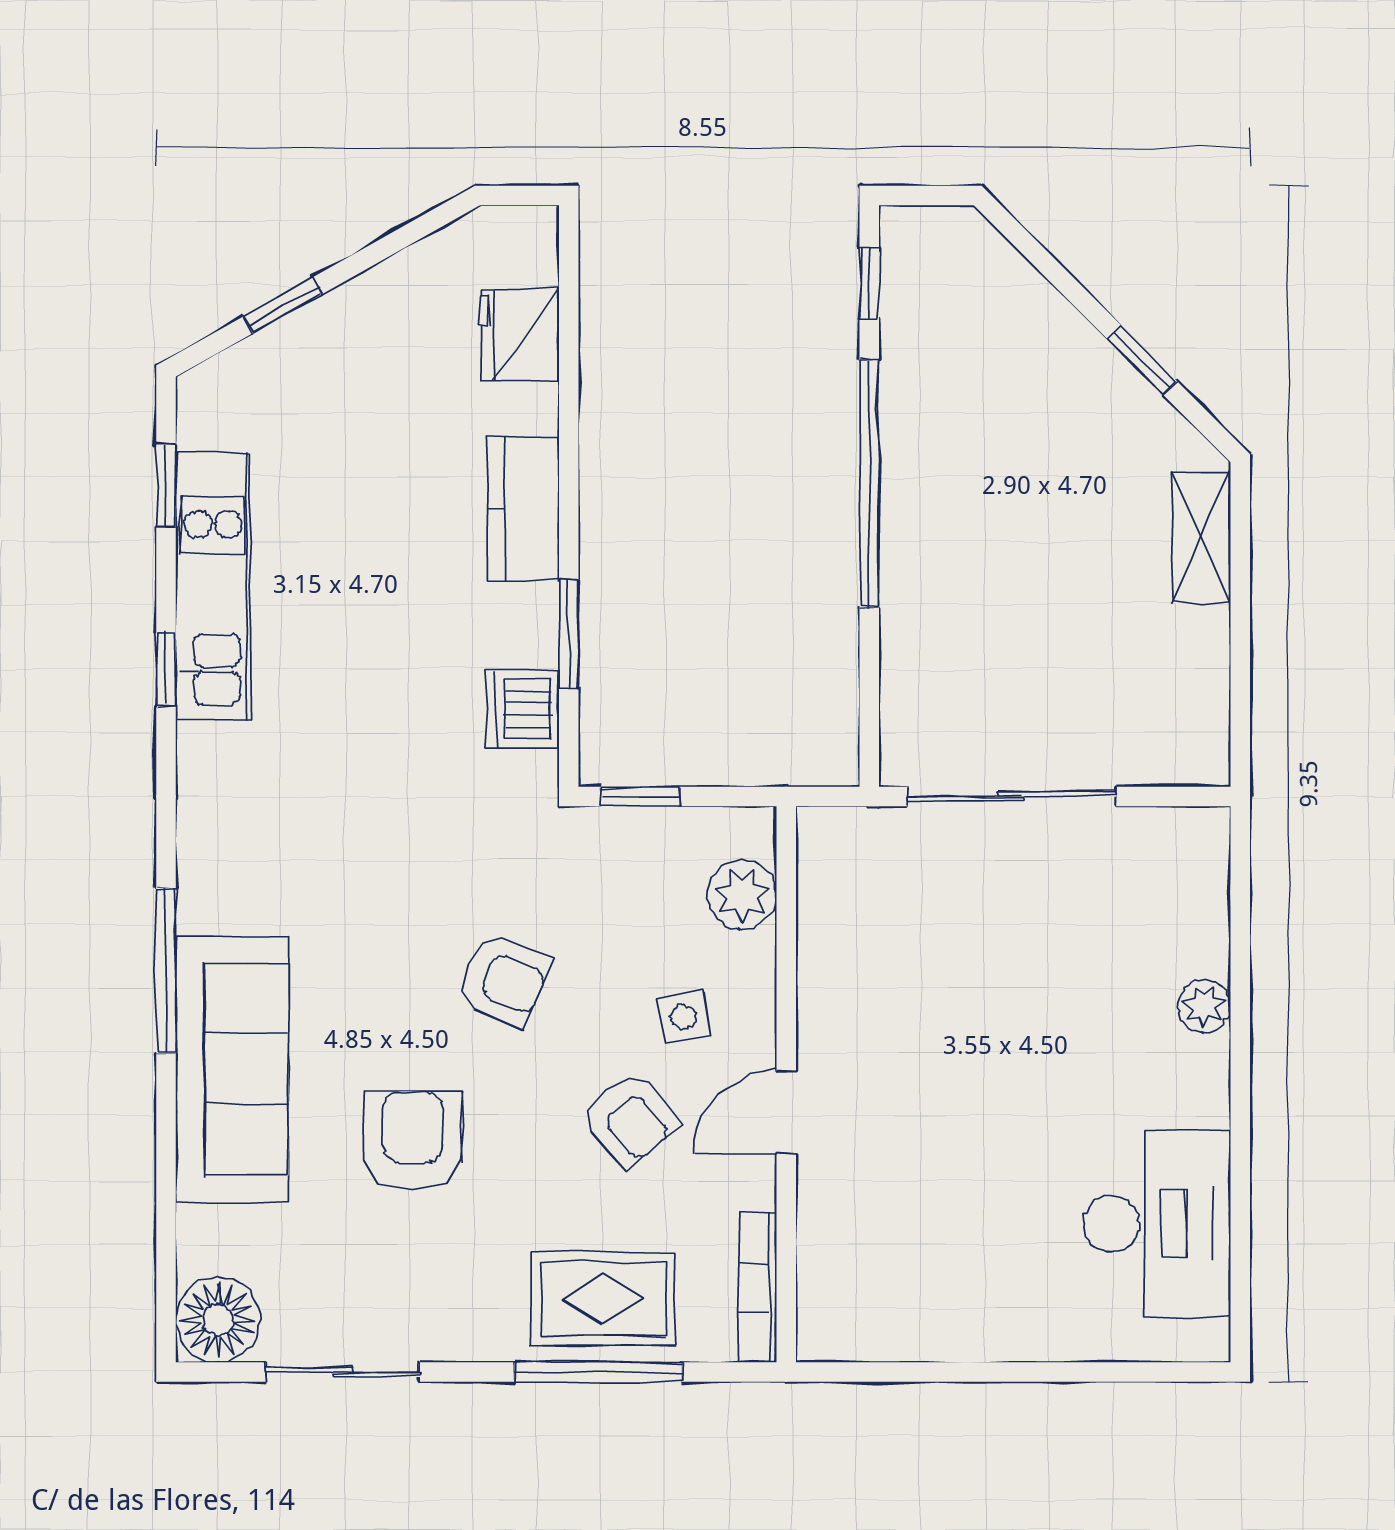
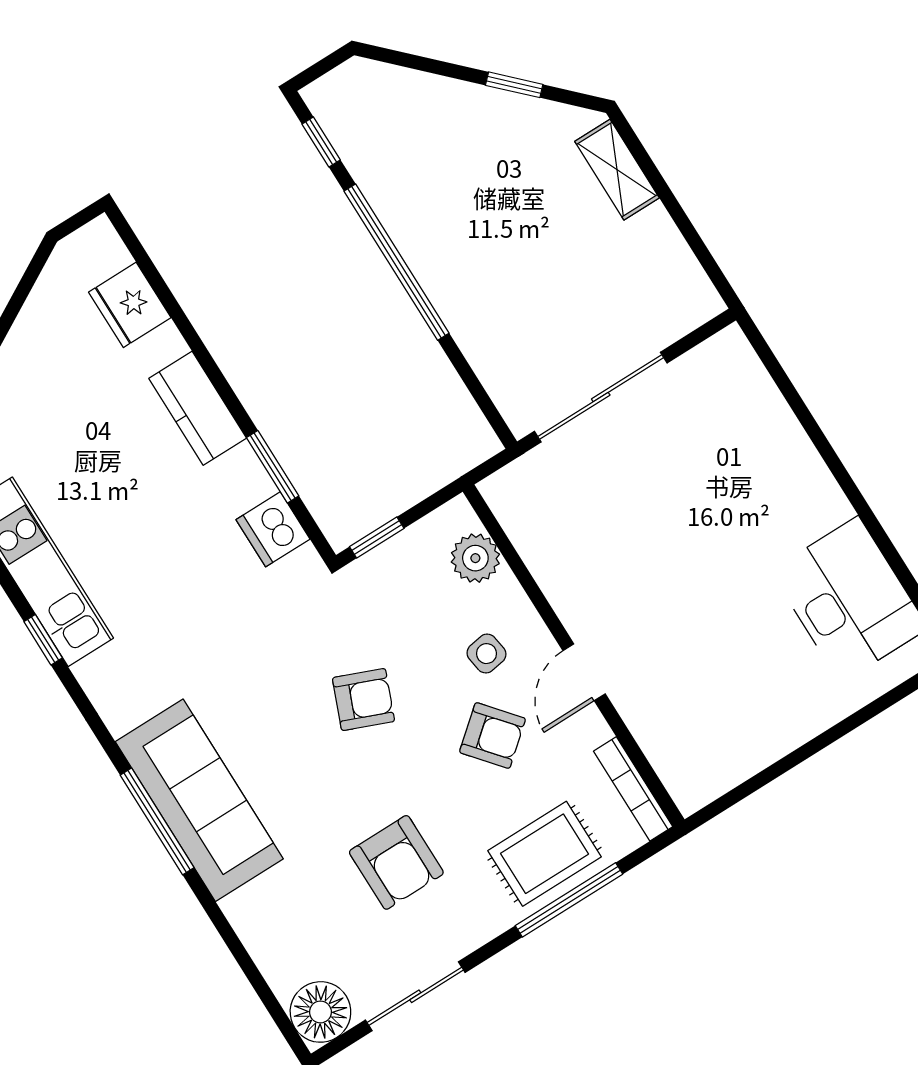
plant: (1204, 1006) -> (796, 451), removed
sofa: (232, 1069) -> (199, 800), moved
armchair: (413, 1141) -> (396, 862), moved, turned 180

